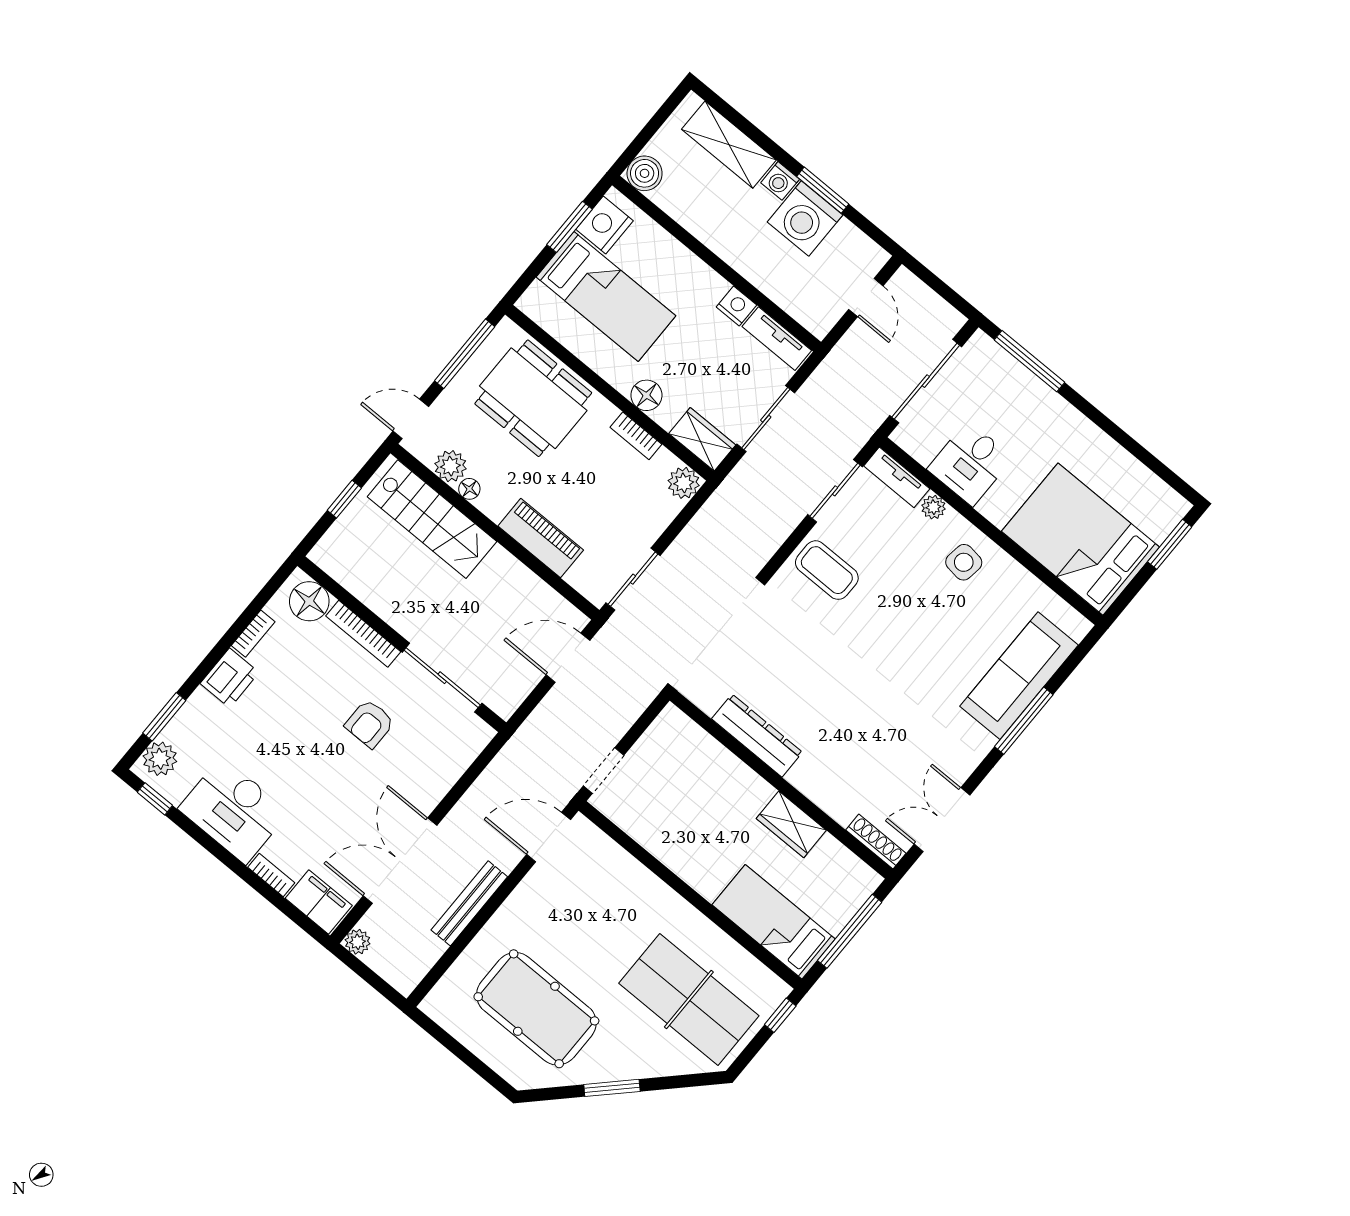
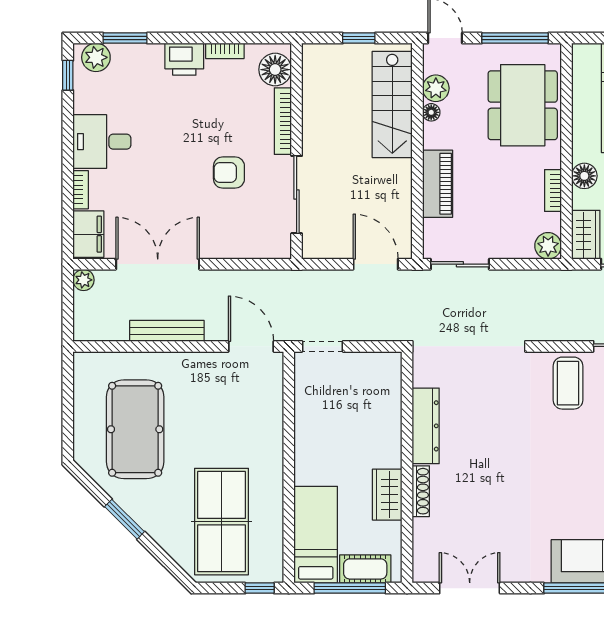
desk: (234, 810) -> (102, 142), width x0.73
shoe rack: (876, 842) -> (421, 491), moved
cot: (844, 902) -> (365, 569), added

